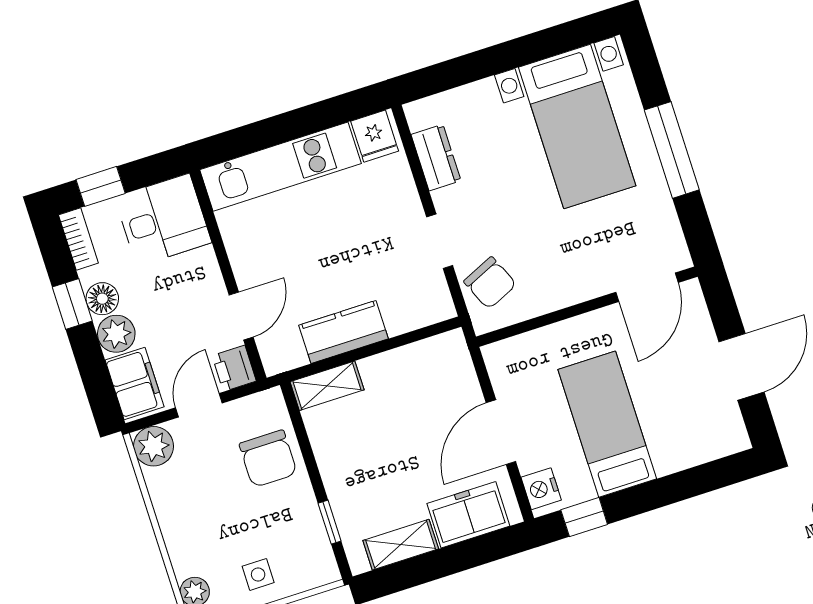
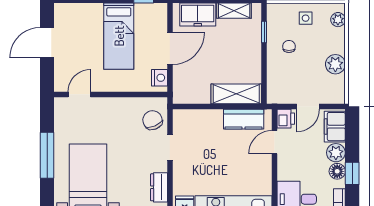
door: (647, 287) -> (79, 94), width x0.73
kitchen counter: (344, 332) -> (244, 119), moved
shelving: (327, 386) -> (236, 94), width x1.50, depth x1.33
plant: (154, 446) -> (335, 64), moved
chair: (268, 459) -> (289, 46), moved, width x0.54, depth x0.54
nightstand: (541, 489) -> (160, 78), moved

